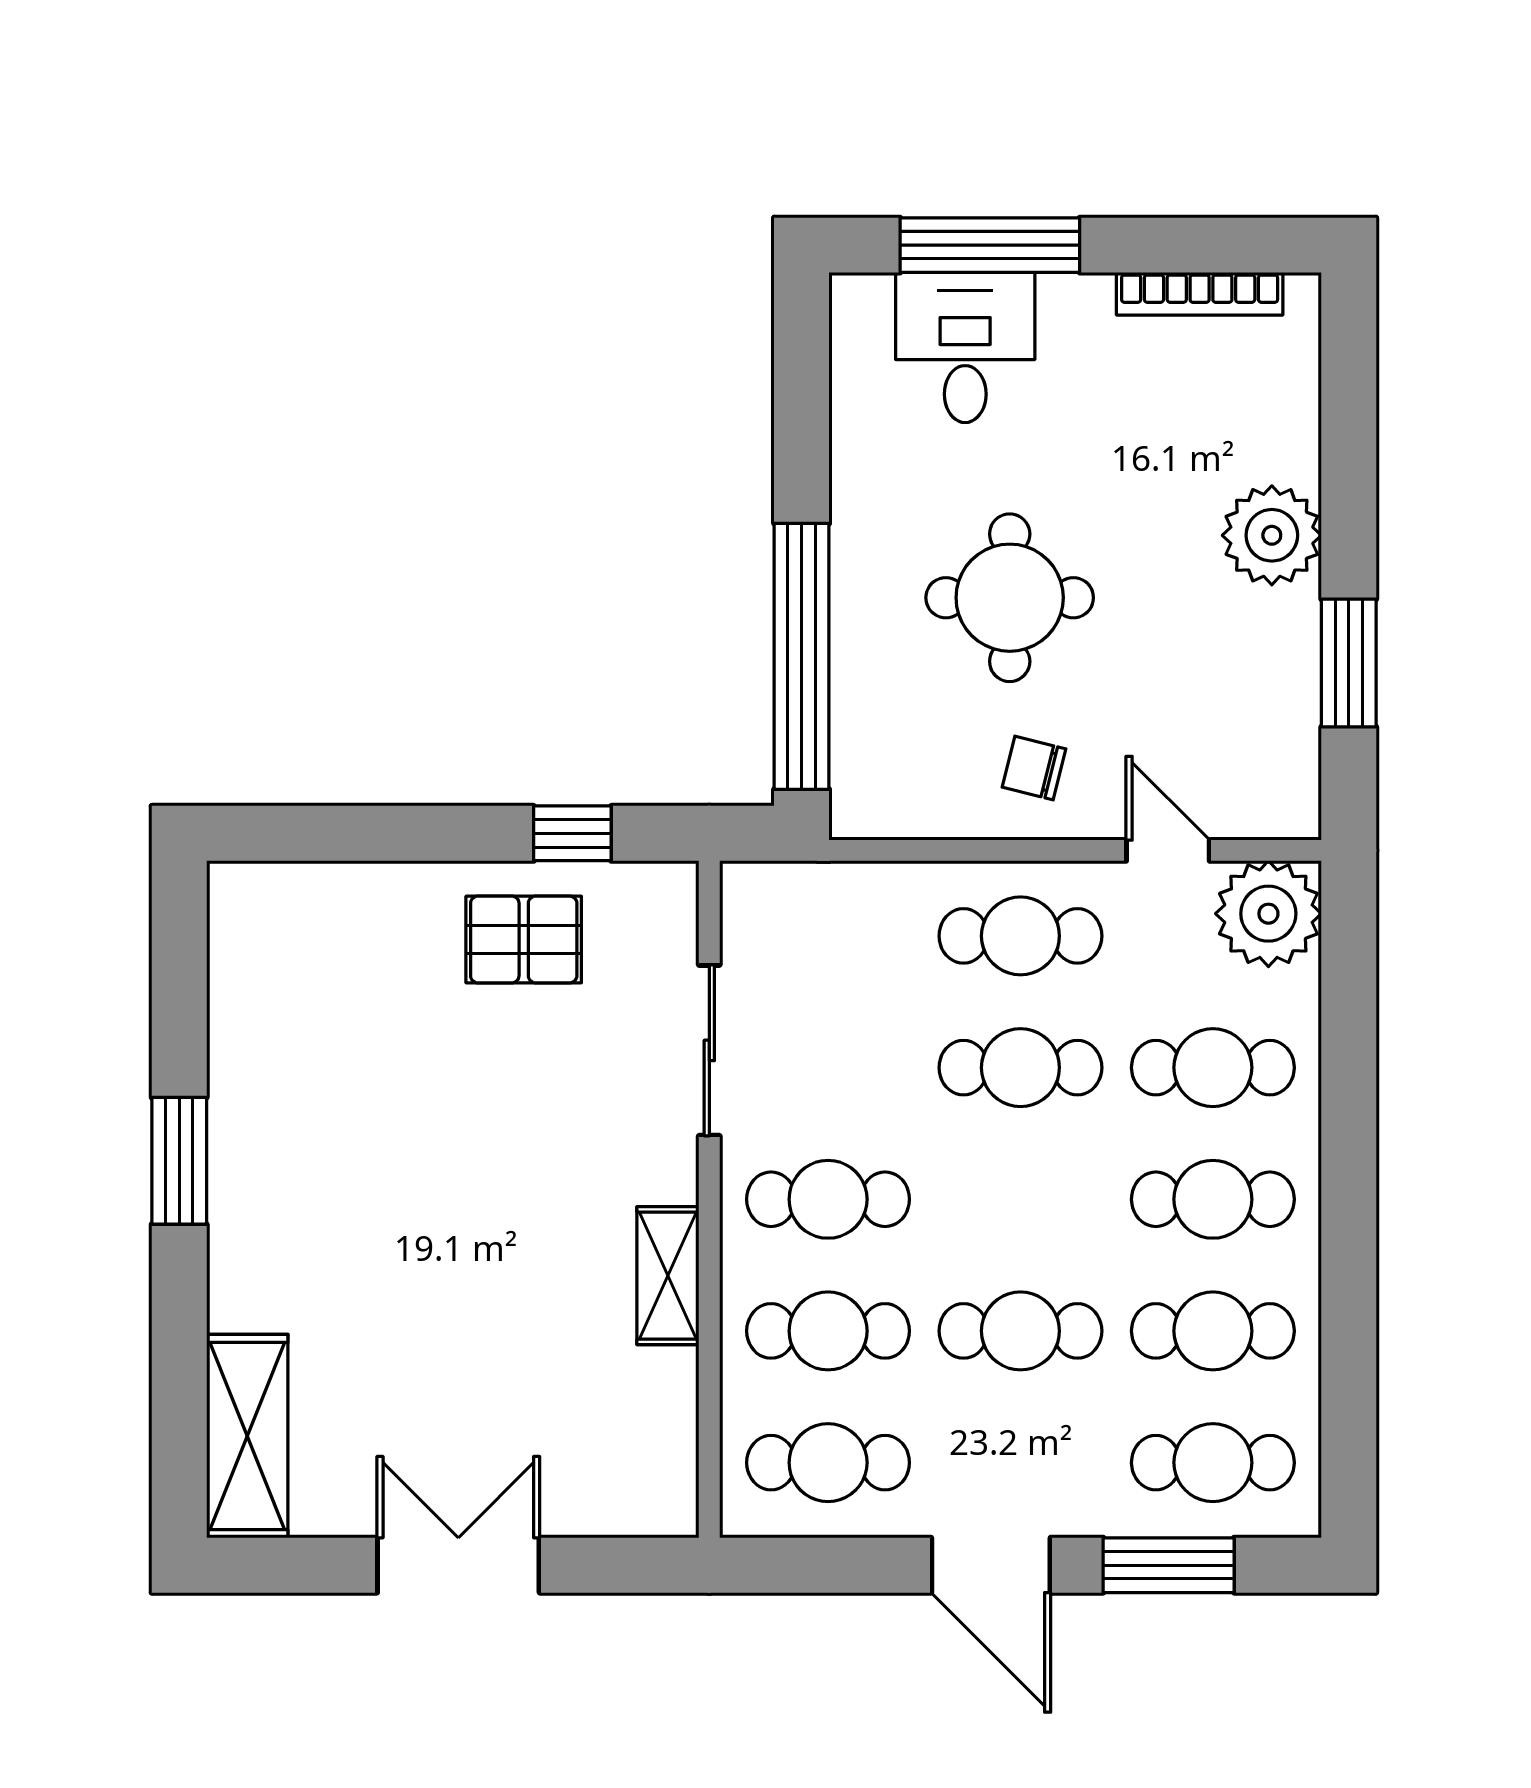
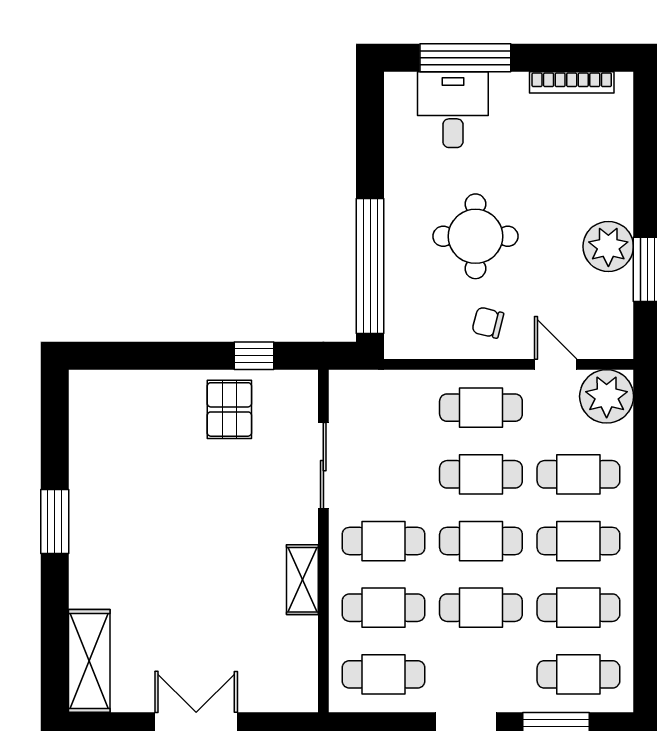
plant: (1272, 535) -> (608, 246), moved
pallet: (524, 940) -> (229, 409), turned 90
cafe table: (1020, 1199) -> (481, 541), added

